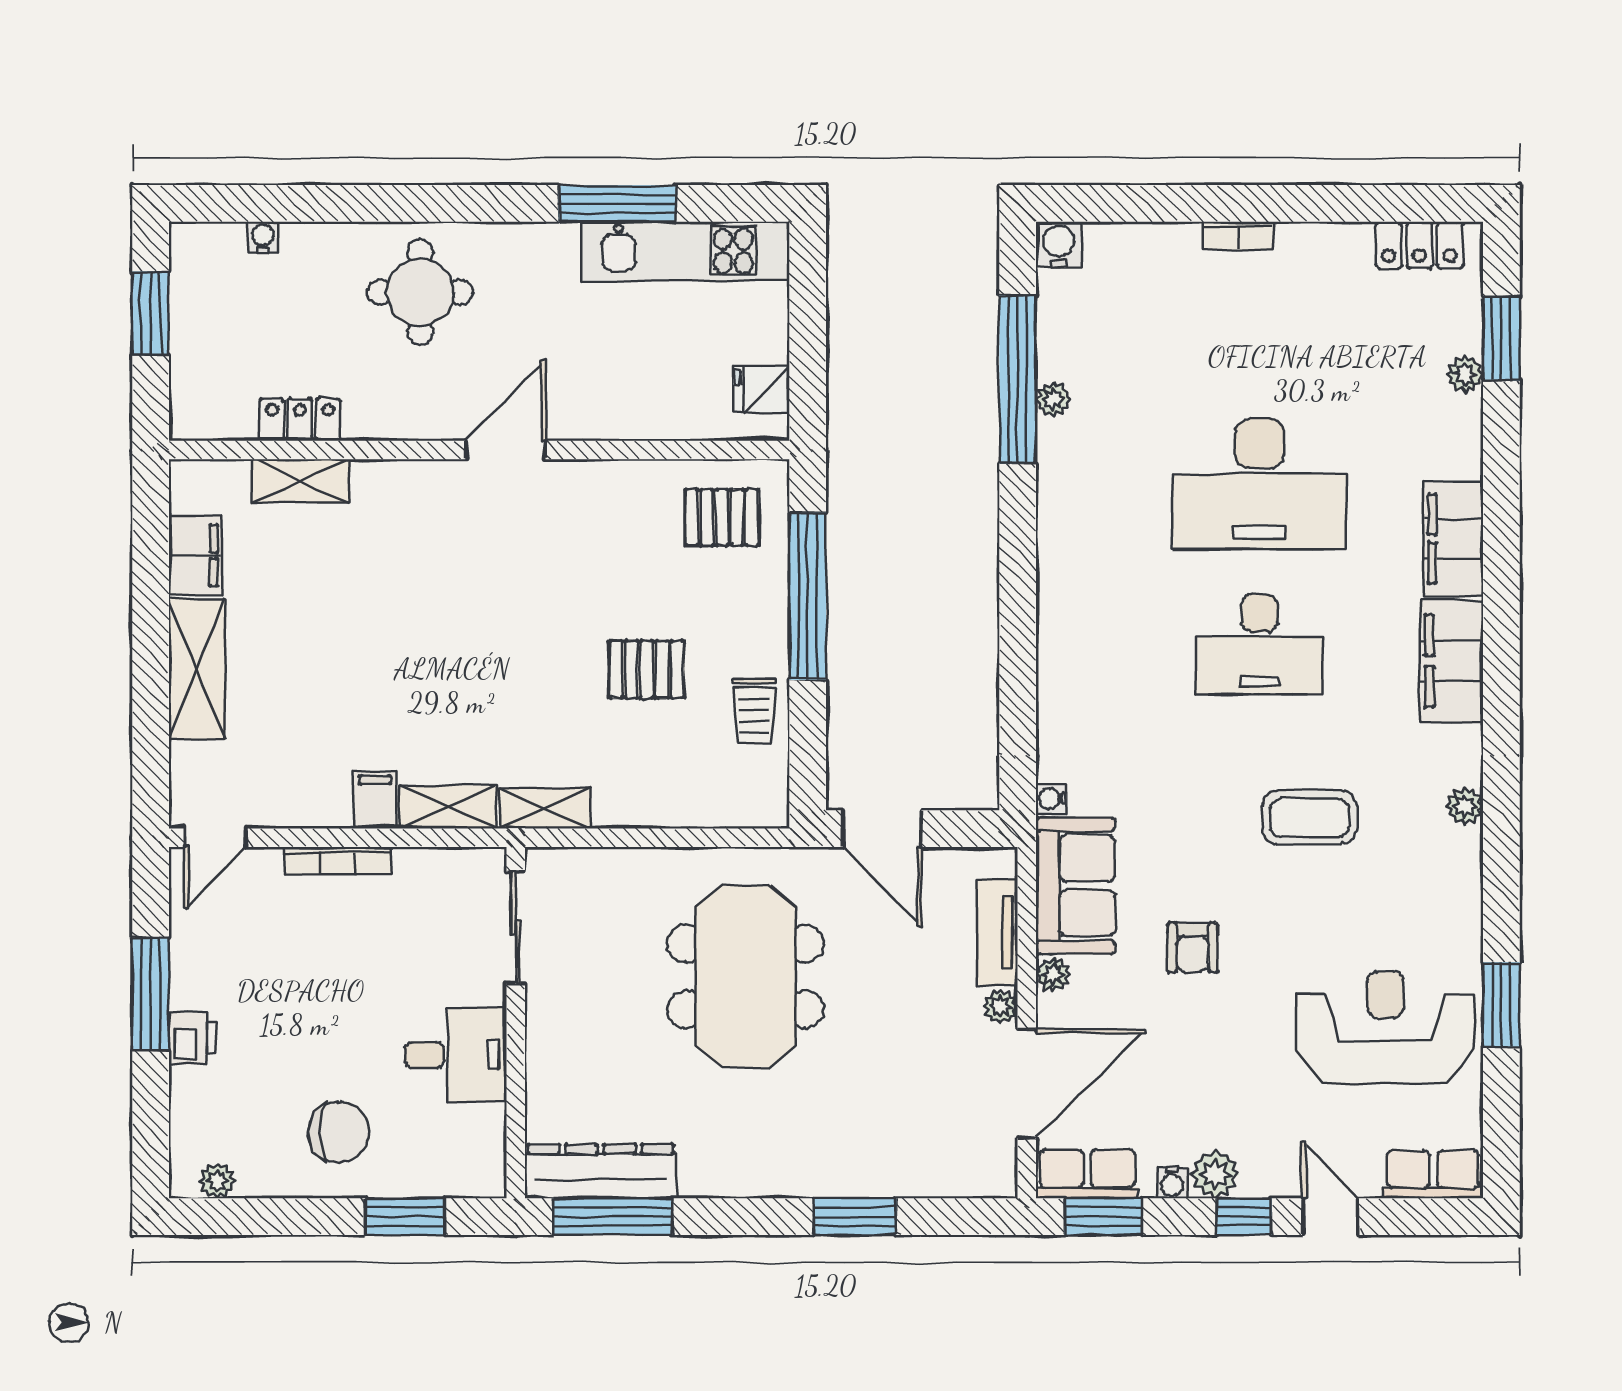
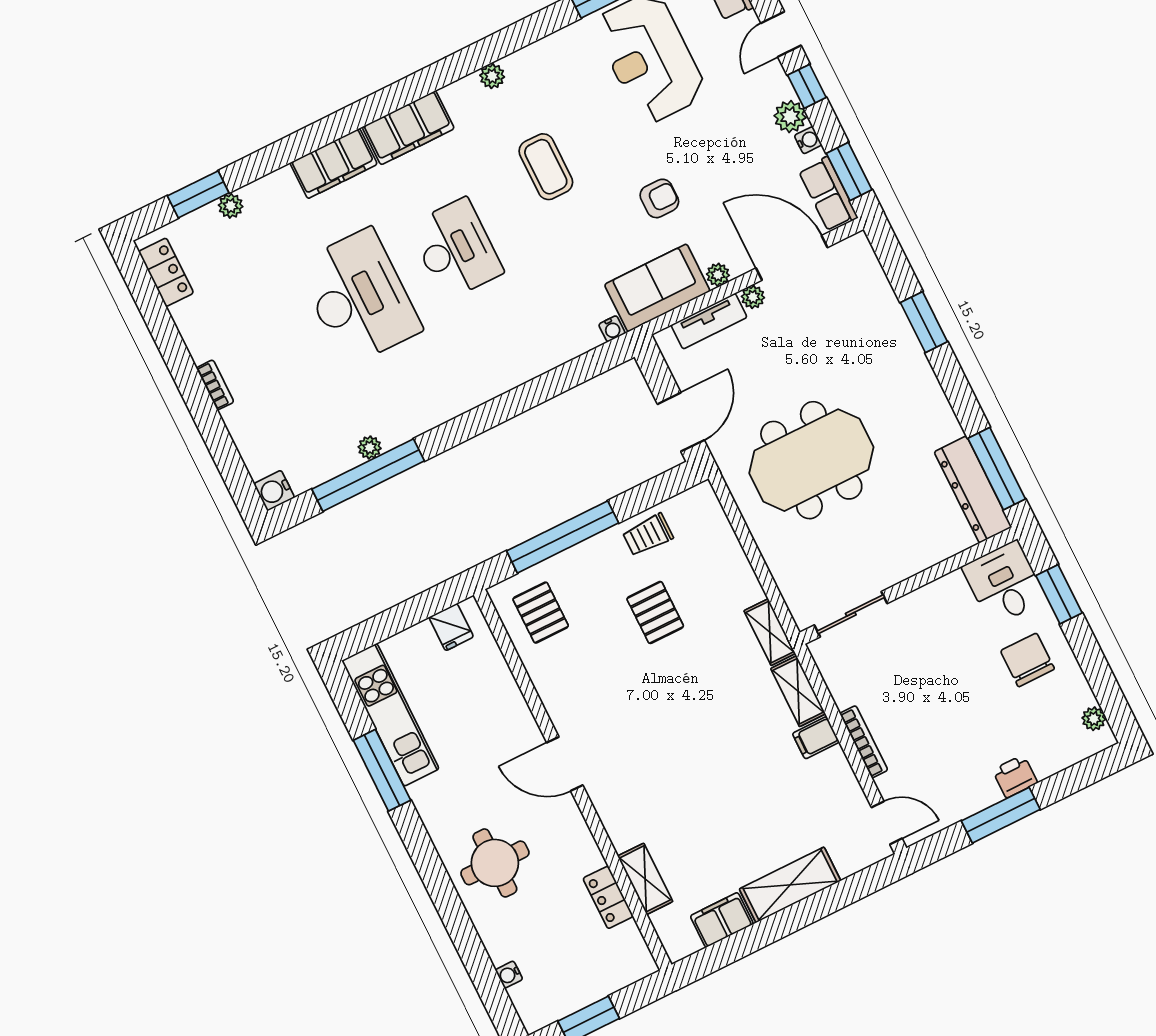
trolley: (754, 711) -> (648, 535), turned 180
desk: (456, 1055) -> (1004, 583), moved

